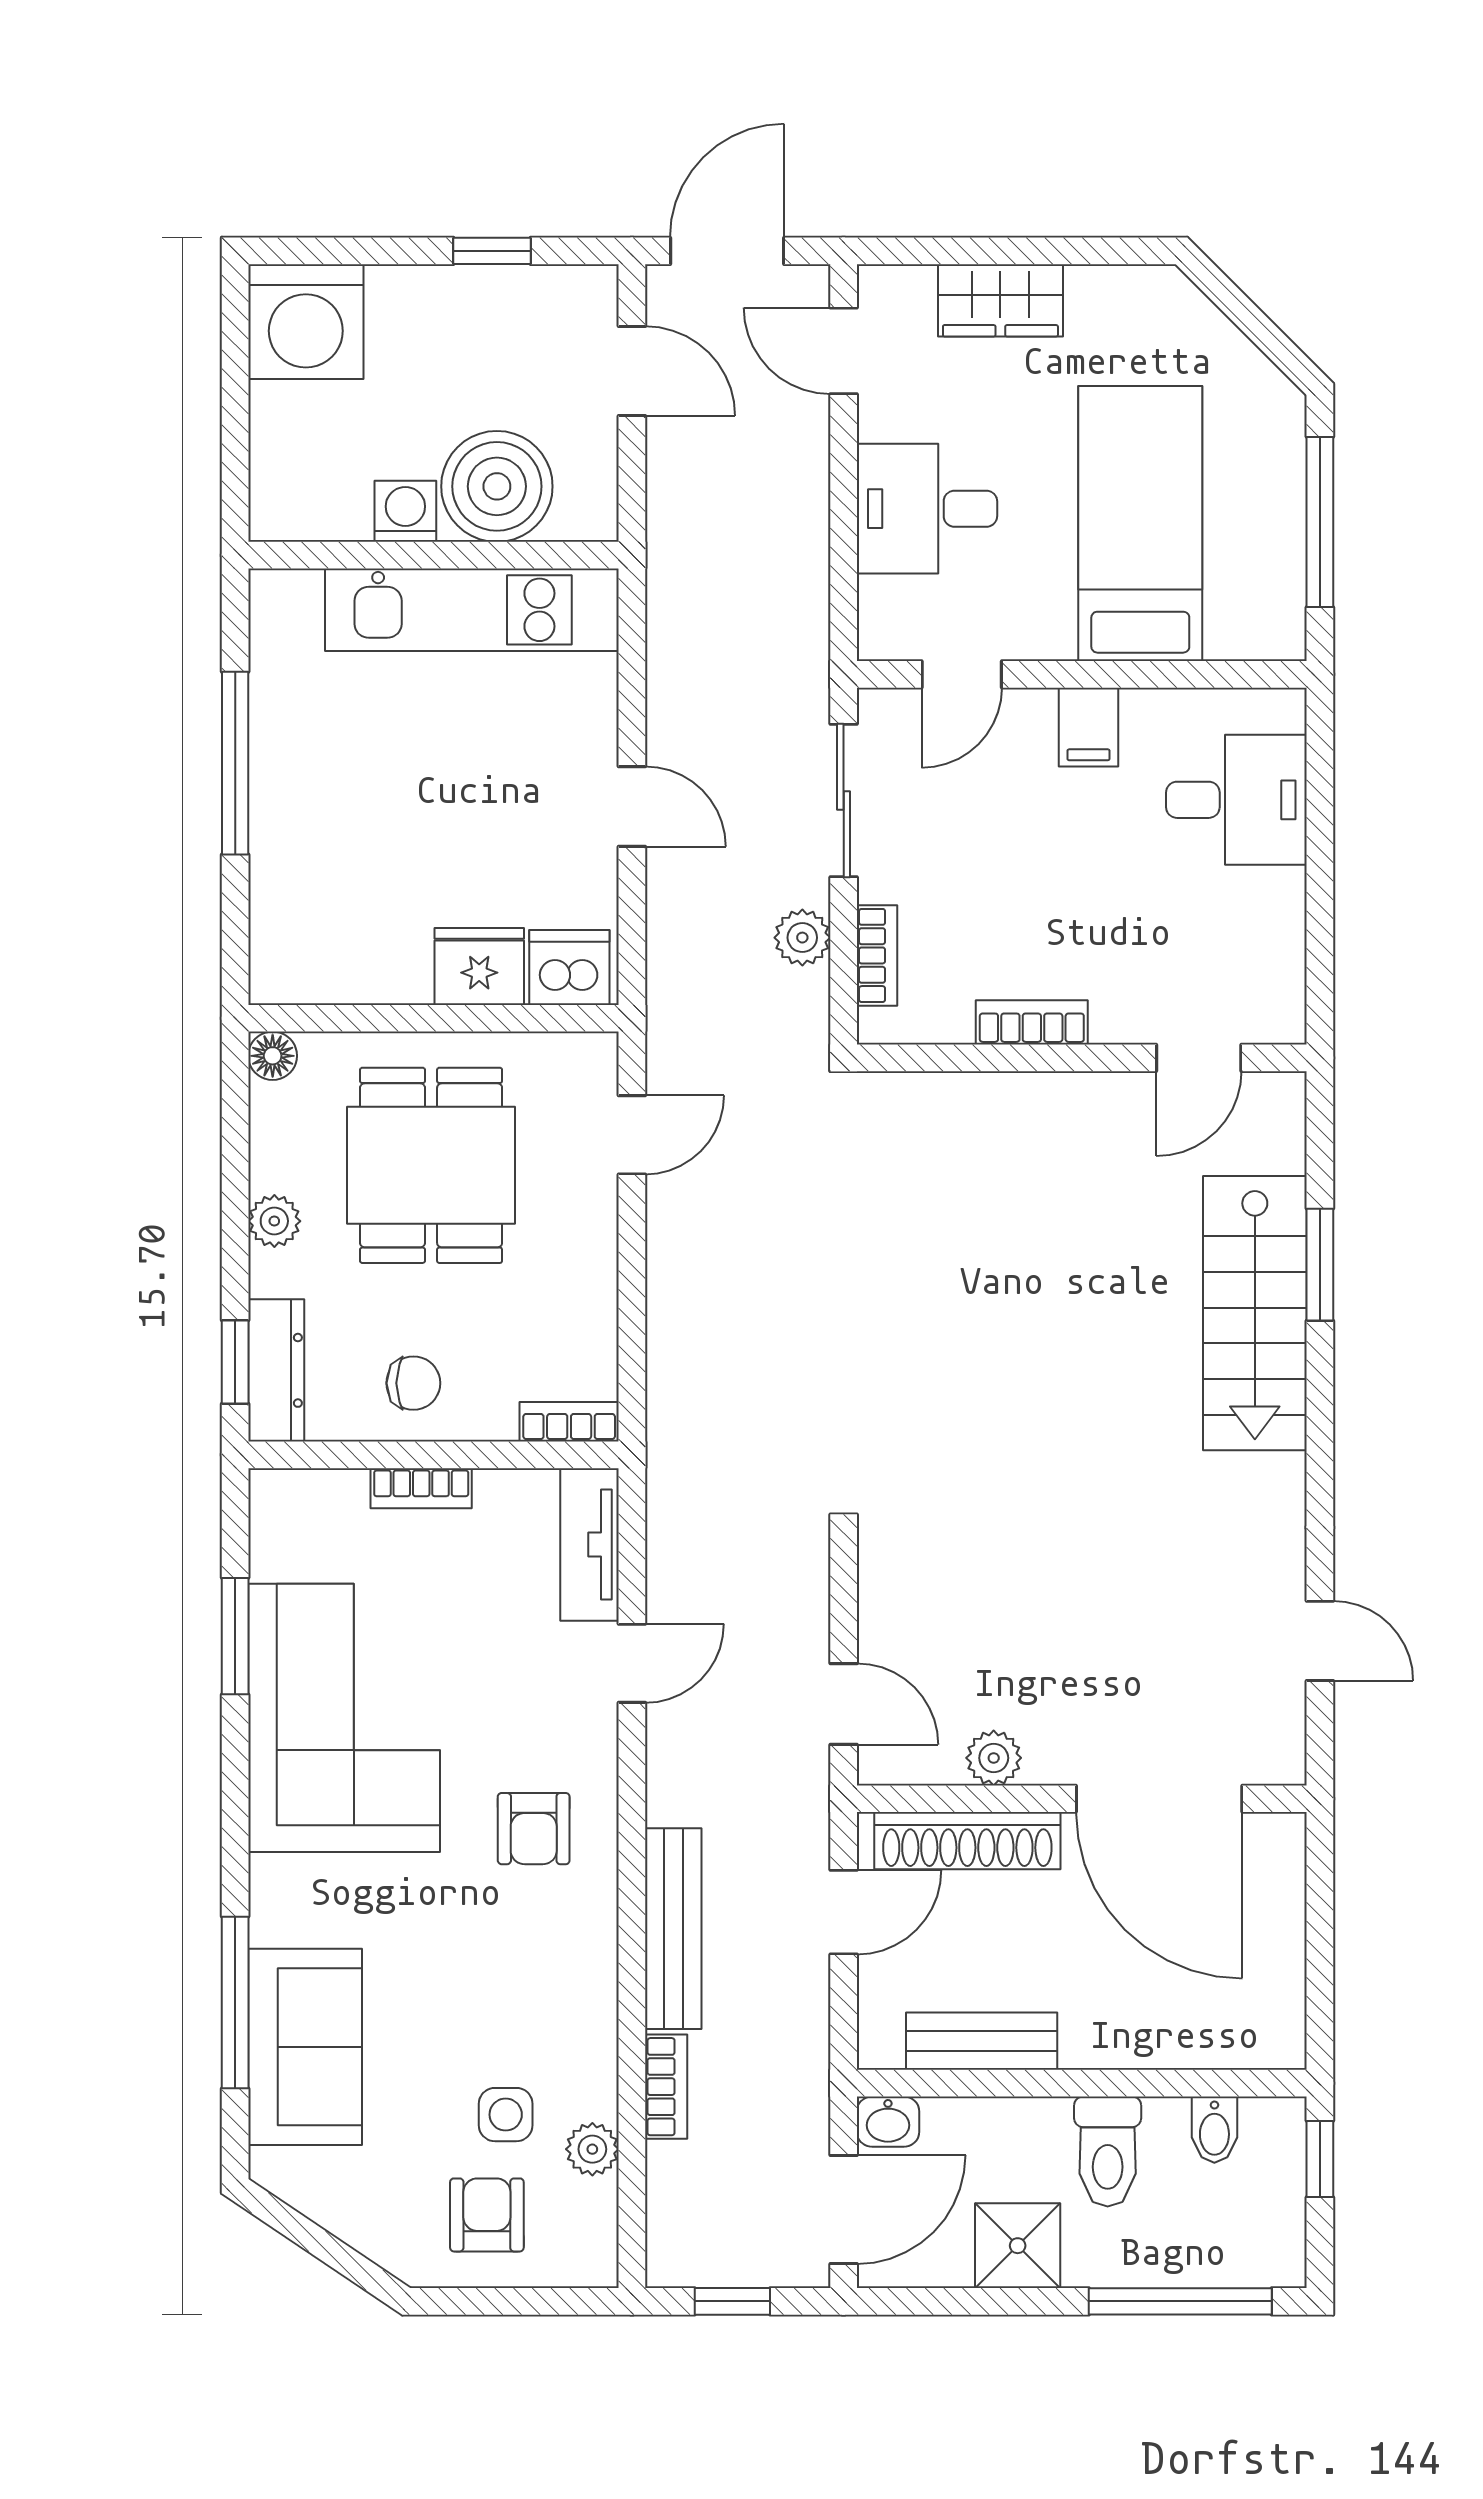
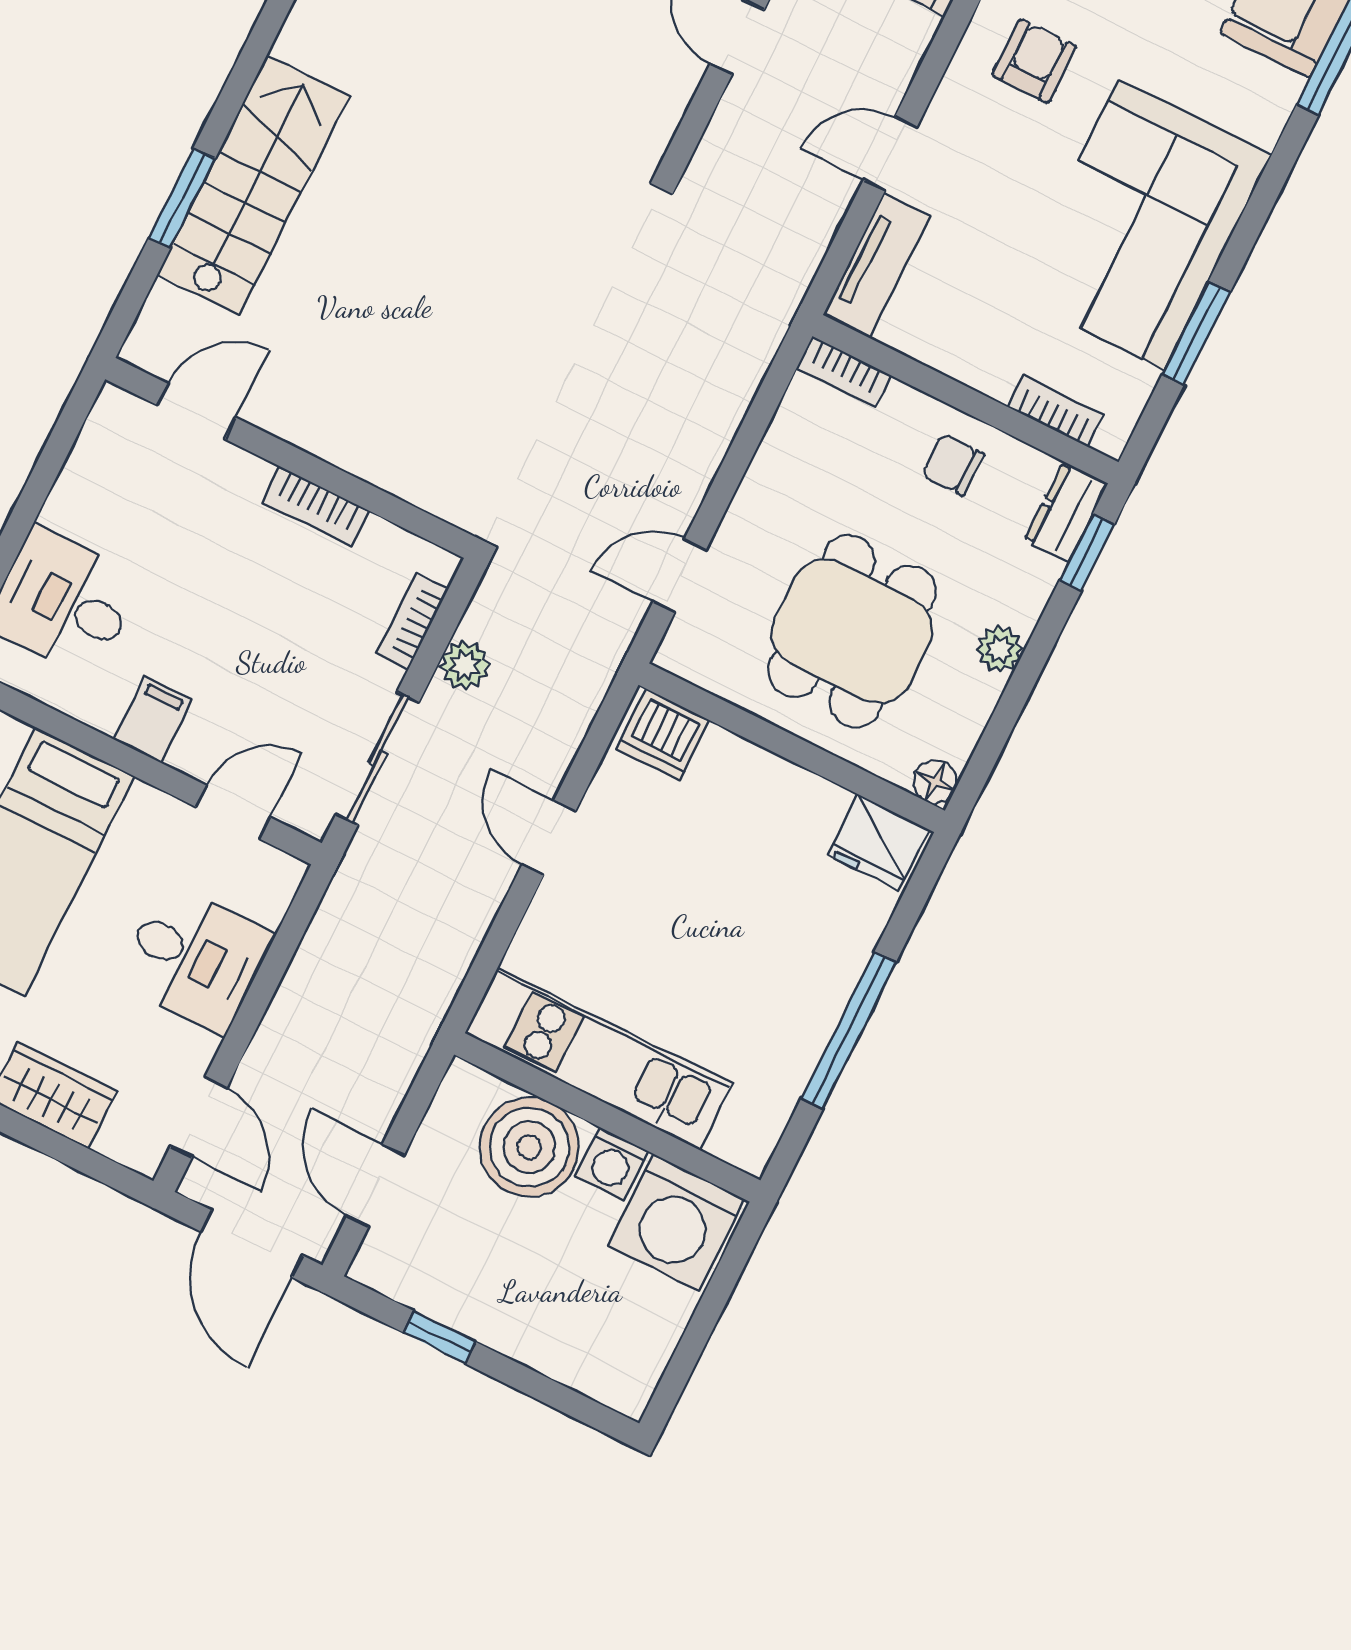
door: (727, 251) -> (252, 1244), hinge flipped
washing machine: (306, 322) -> (676, 1222), moved, turned 180
fridge: (479, 966) -> (878, 842), moved
dresser: (276, 1370) -> (1066, 512), width x0.70
bookcase: (421, 1488) -> (1055, 411), moved

